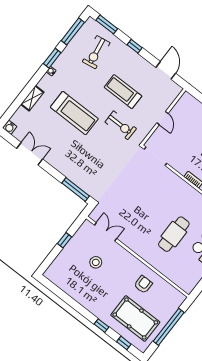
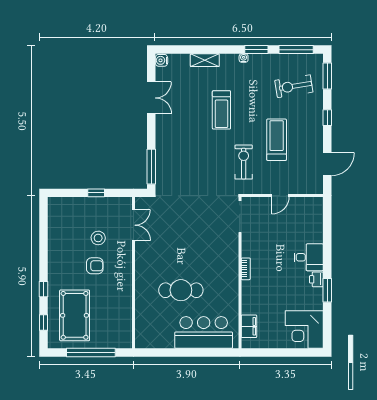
treadmill: (74, 113) -> (221, 110), width x0.73, depth x0.73
exercise bike: (121, 125) -> (244, 162), turned 180
armchair: (143, 284) -> (95, 266), moved

